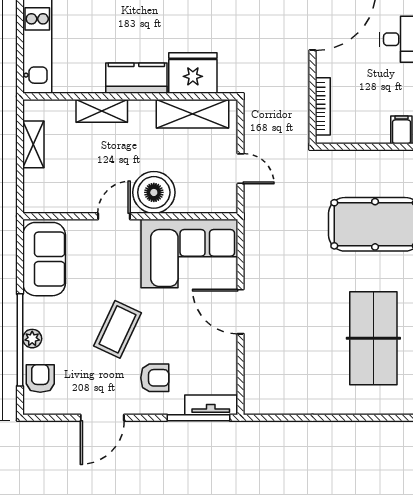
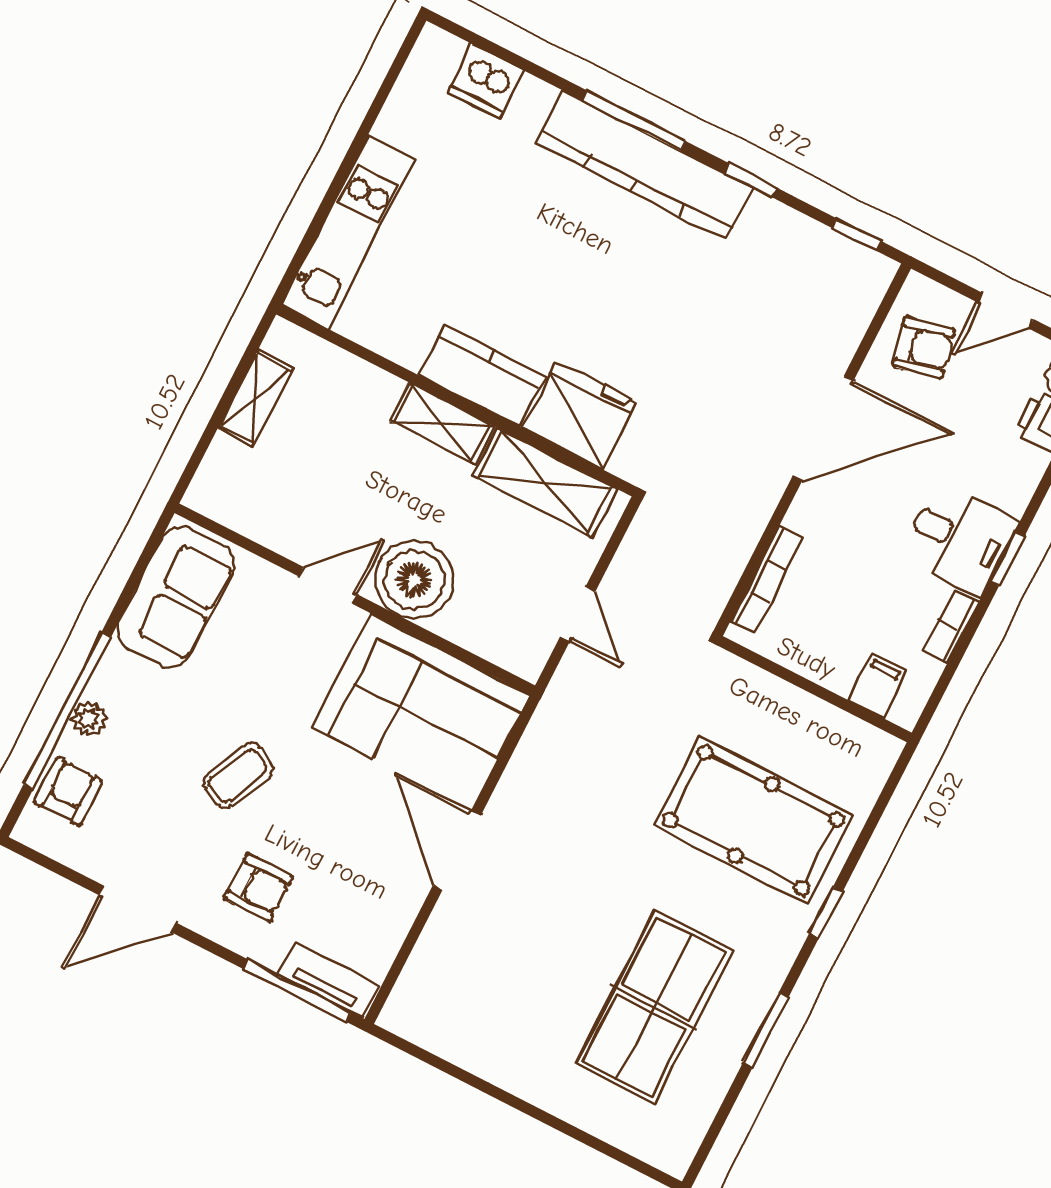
shelving: (102, 111) -> (442, 423), moved
coffee table: (117, 329) -> (238, 776), width x0.73, depth x0.77

